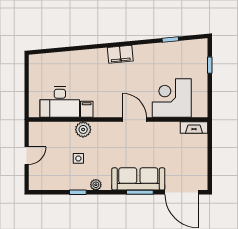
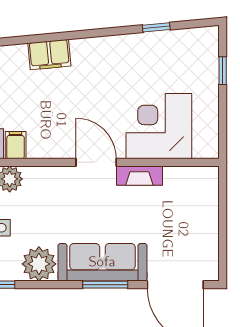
filing cabinet: (120, 54) -> (49, 55), moved
fireplace: (194, 127) -> (139, 176), moved
plant: (96, 185) -> (39, 264), width x1.87, depth x1.87

